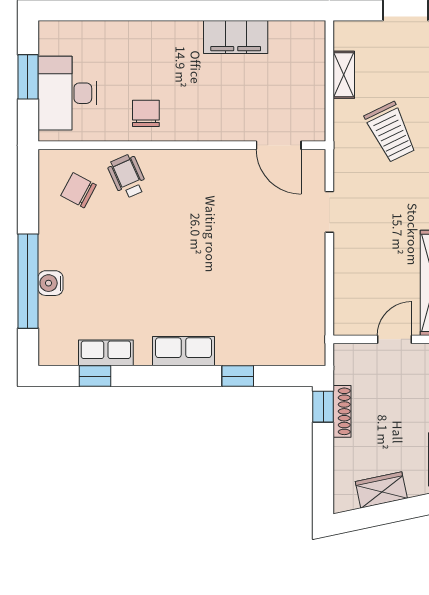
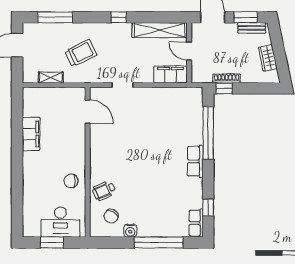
door: (279, 145) -> (88, 112), hinge flipped
water cooler: (51, 283) -> (130, 231), moved
filing cabinet: (350, 304) -> (170, 74), added
row of seats: (106, 353) -> (196, 223), moved
window: (238, 376) -> (208, 133), width x3.17

